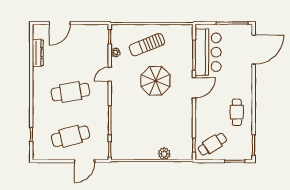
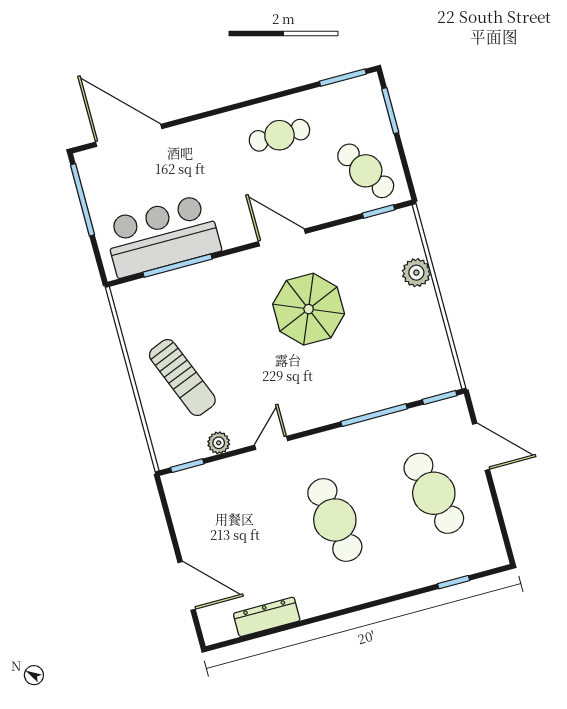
door: (110, 74) -> (271, 443), swing flipped
parasol: (156, 81) -> (309, 309), moved
door: (194, 88) -> (282, 238), moved

